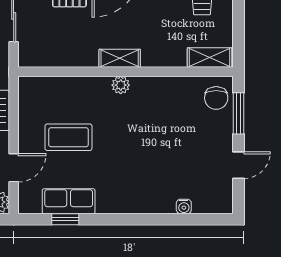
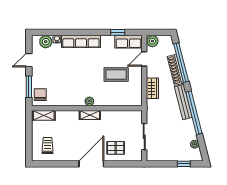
row of seats: (69, 201) -> (128, 42), moved
plant: (206, 201) -> (46, 42), added
row of seats: (137, 202) -> (81, 41), added

